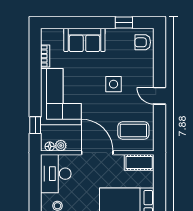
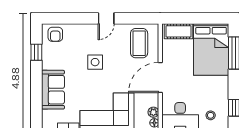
cot: (139, 162) -> (178, 31), moved, turned 90

